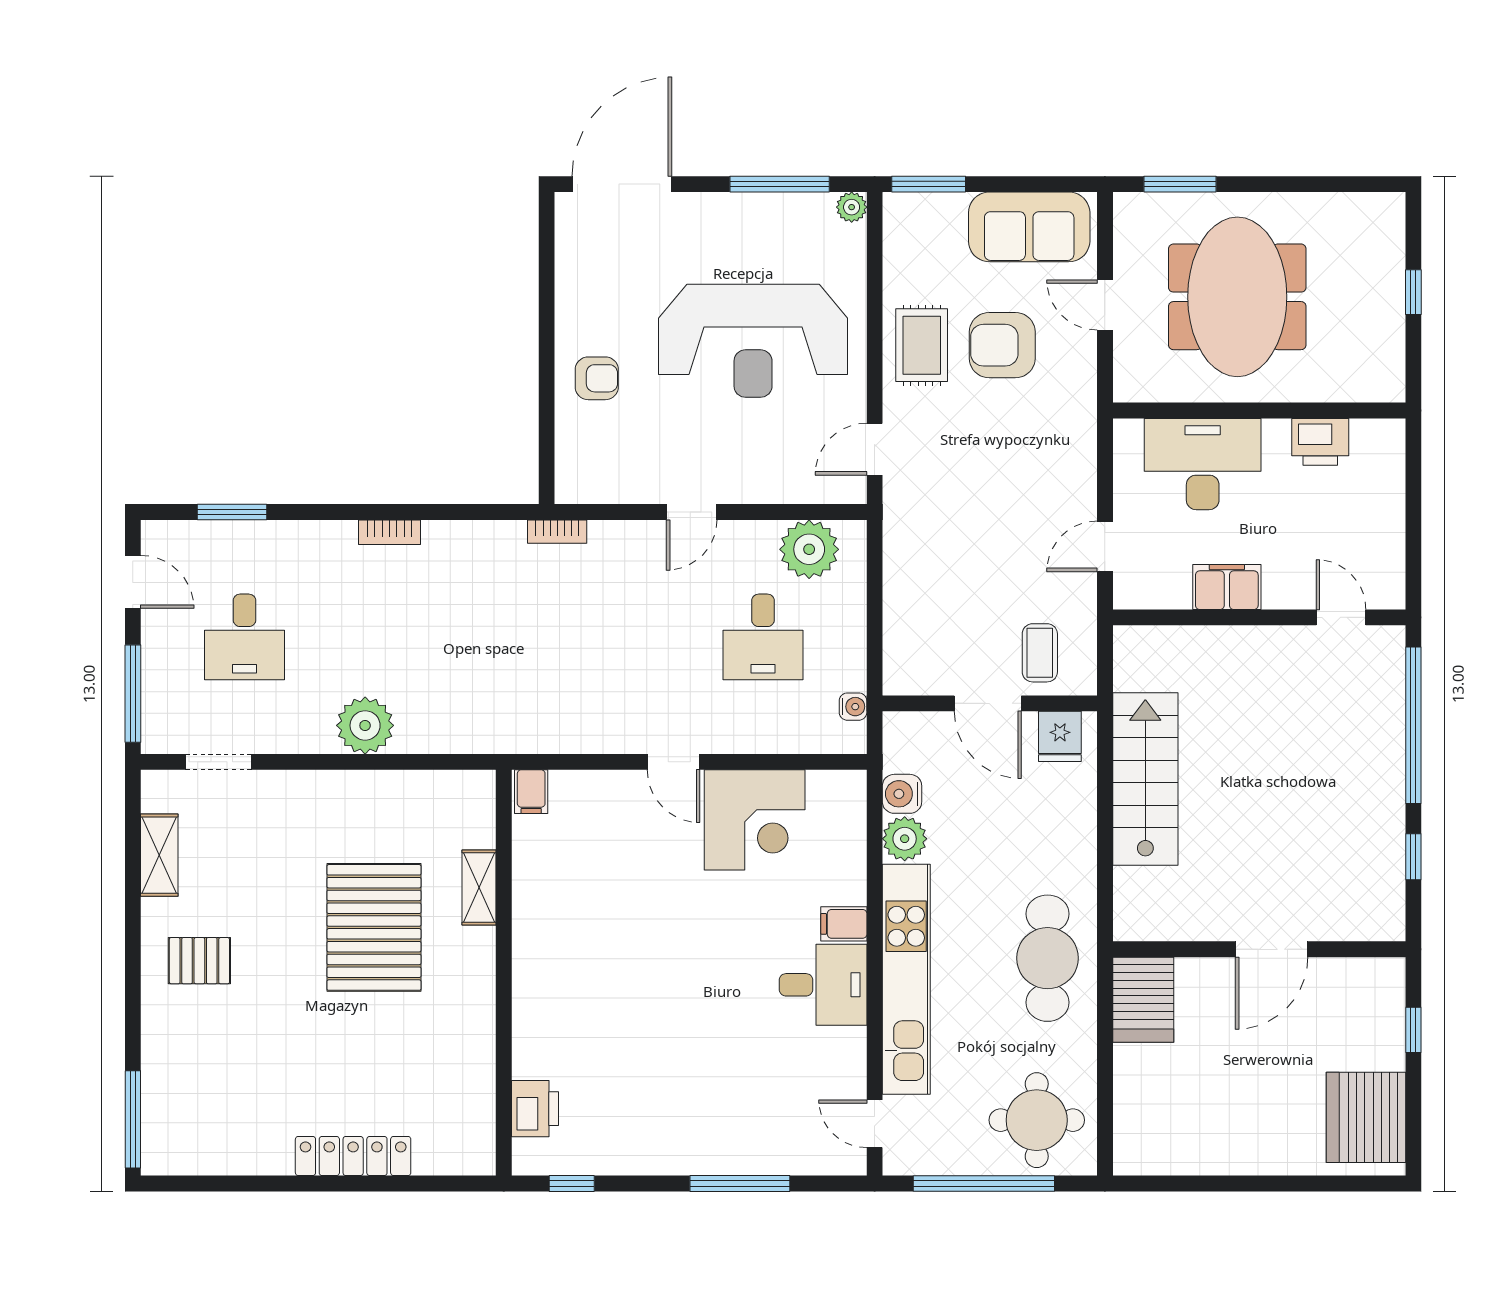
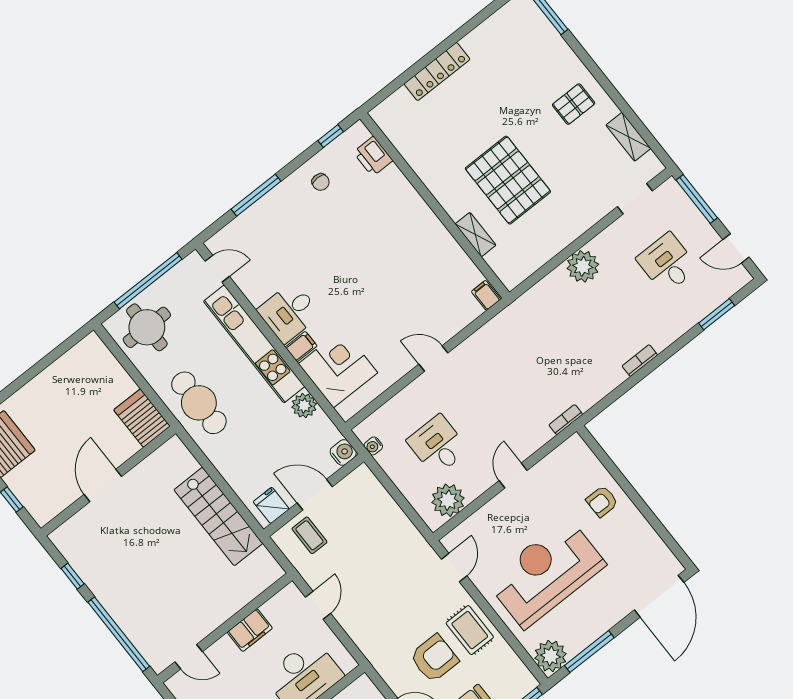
plant: (852, 207) -> (550, 656), width x1.87, depth x1.87
water cooler: (902, 794) -> (343, 452), moved
corner desk: (755, 820) -> (338, 368), moved, turned 90
chair: (636, 1131) -> (321, 182), added

